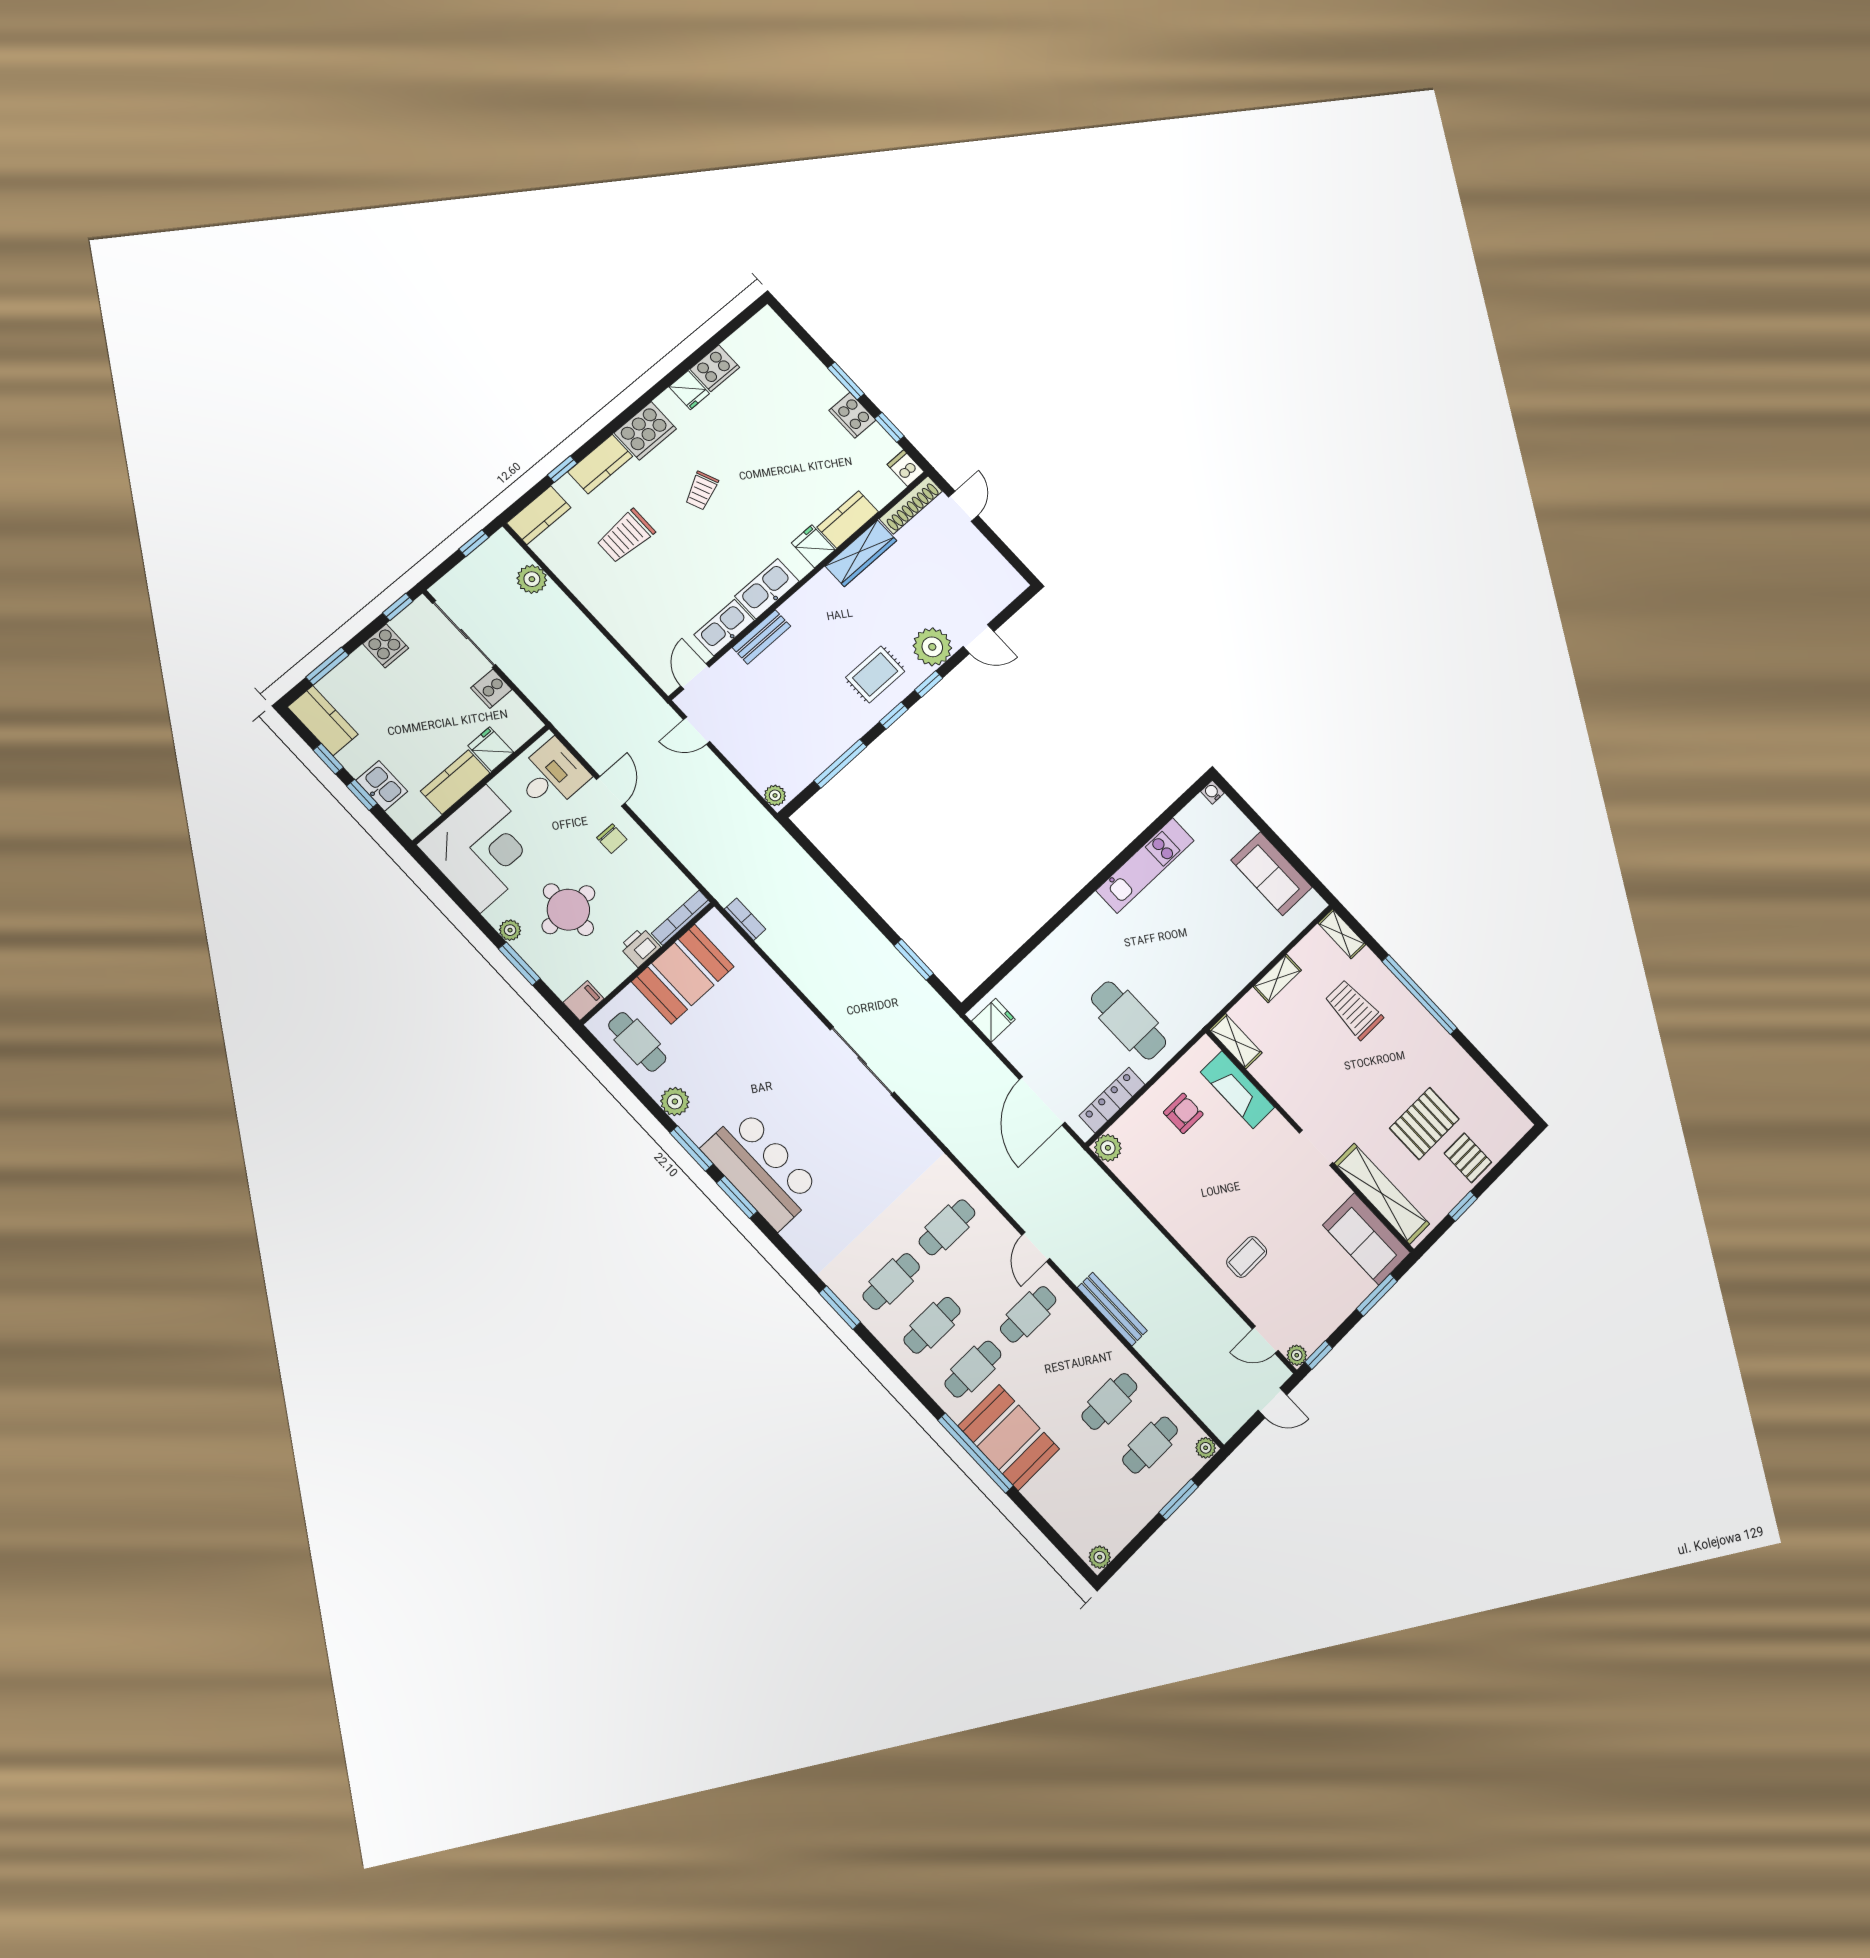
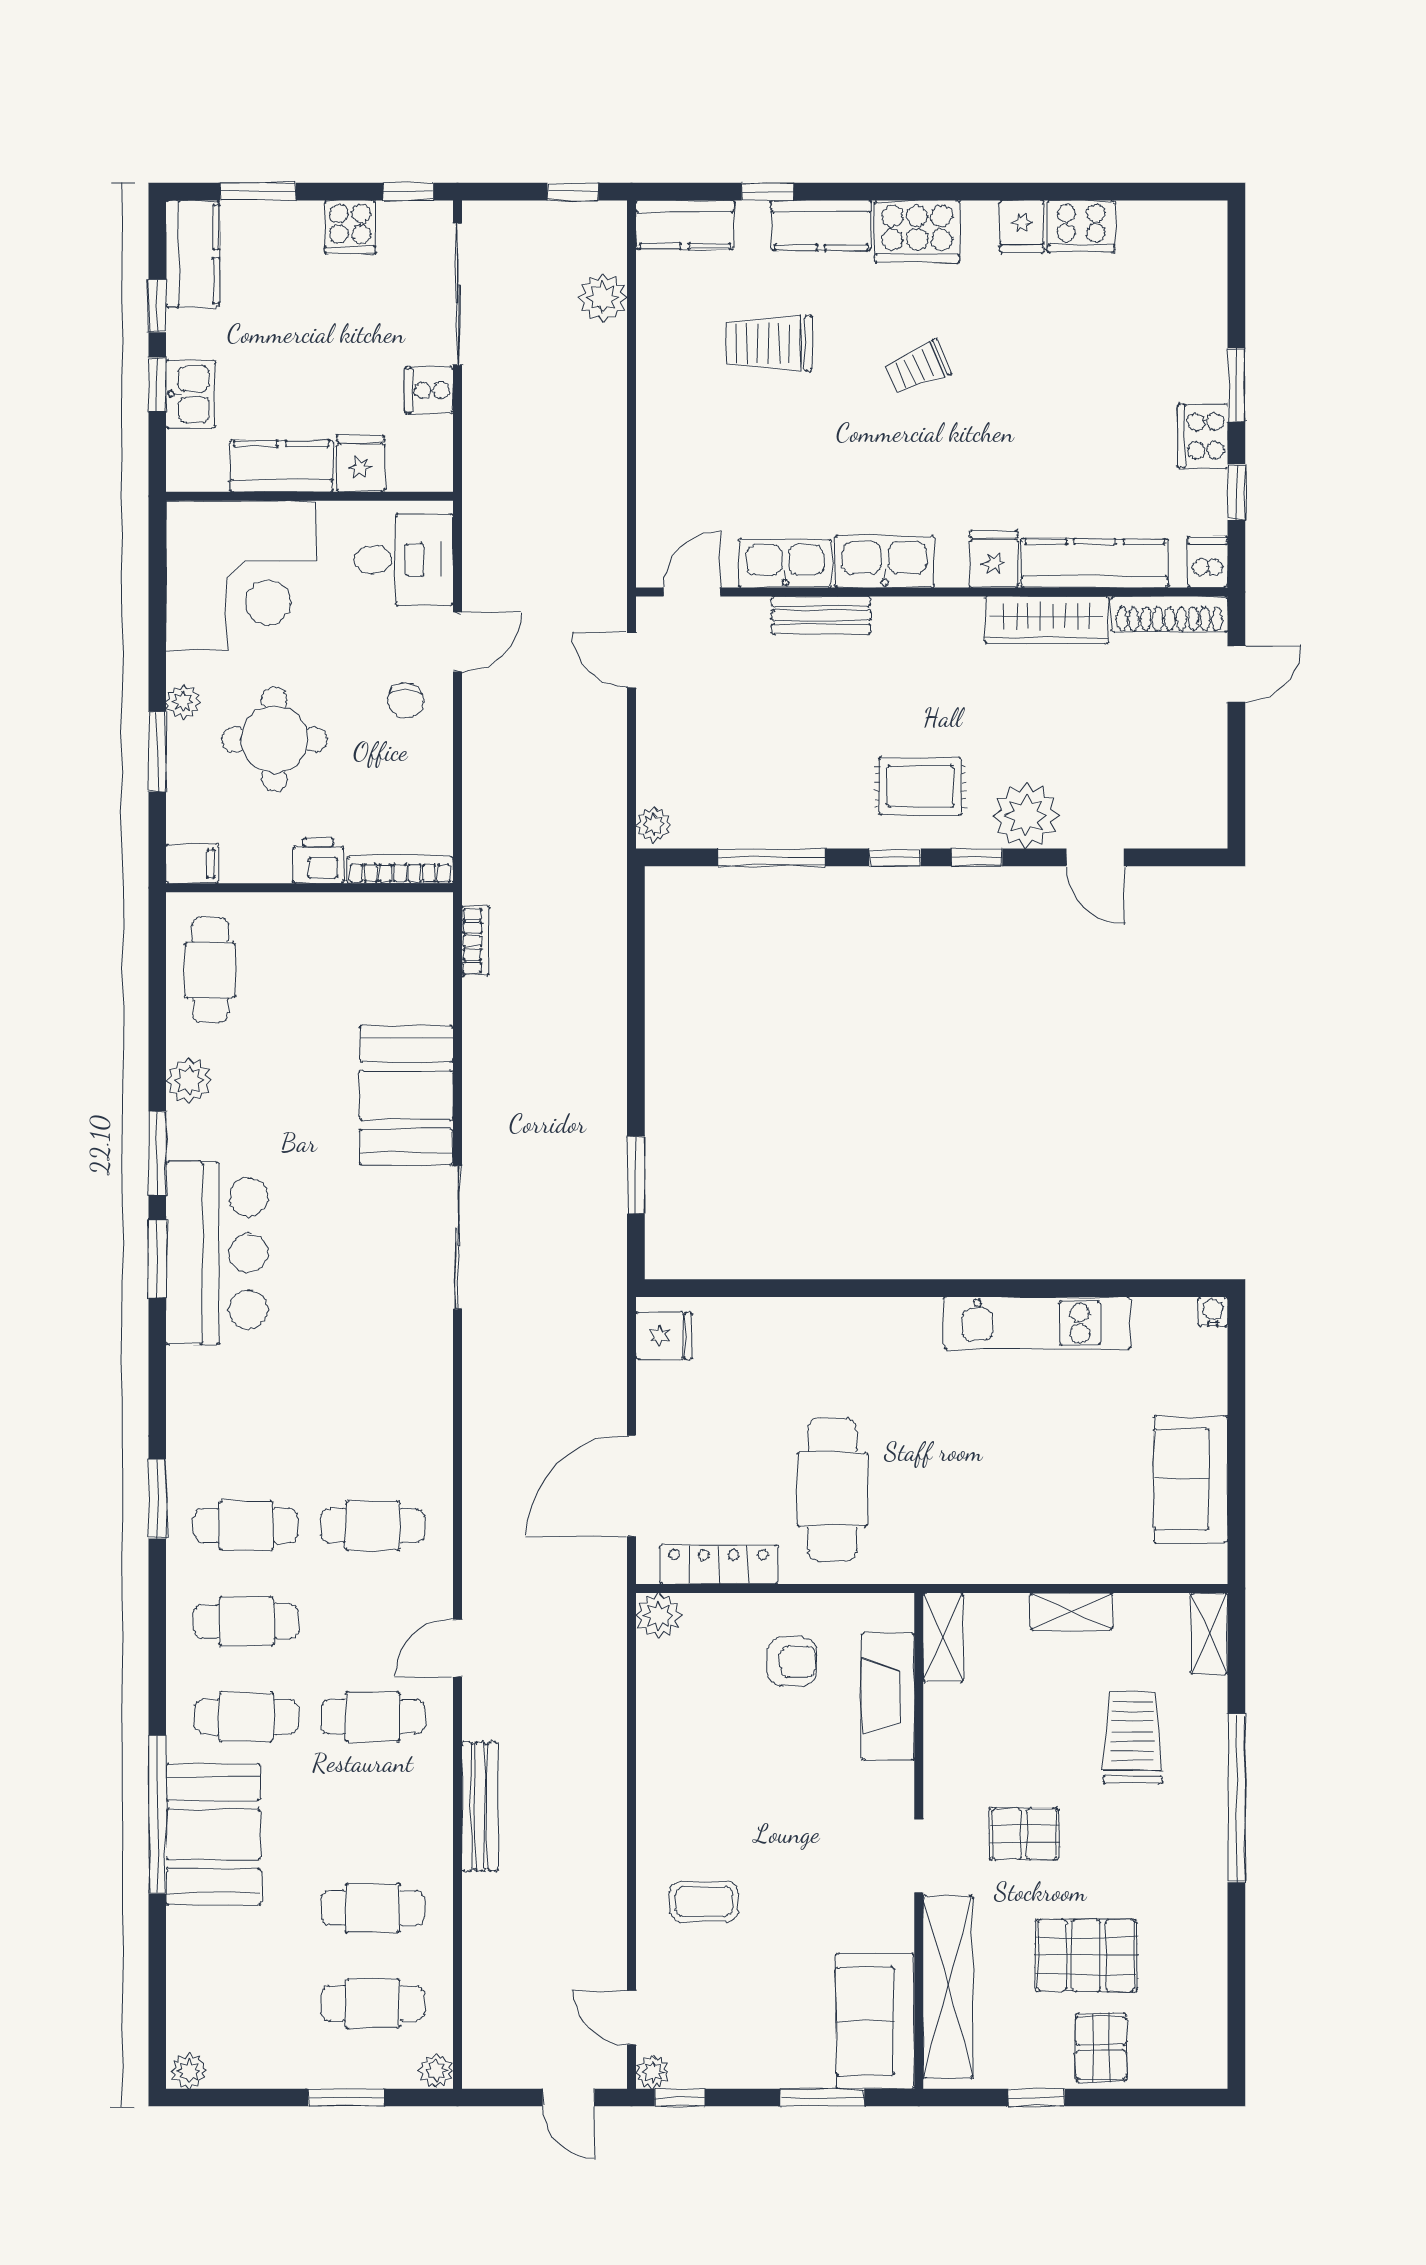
kitchen counter: (848, 520) -> (1095, 563), width x1.50
booth: (683, 974) -> (406, 1095), moved, turned 90
pallet: (1350, 1095) -> (1024, 1834), added

